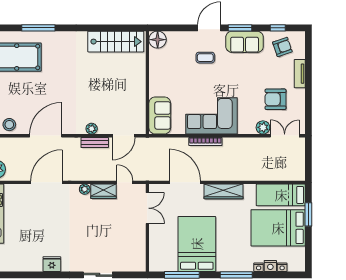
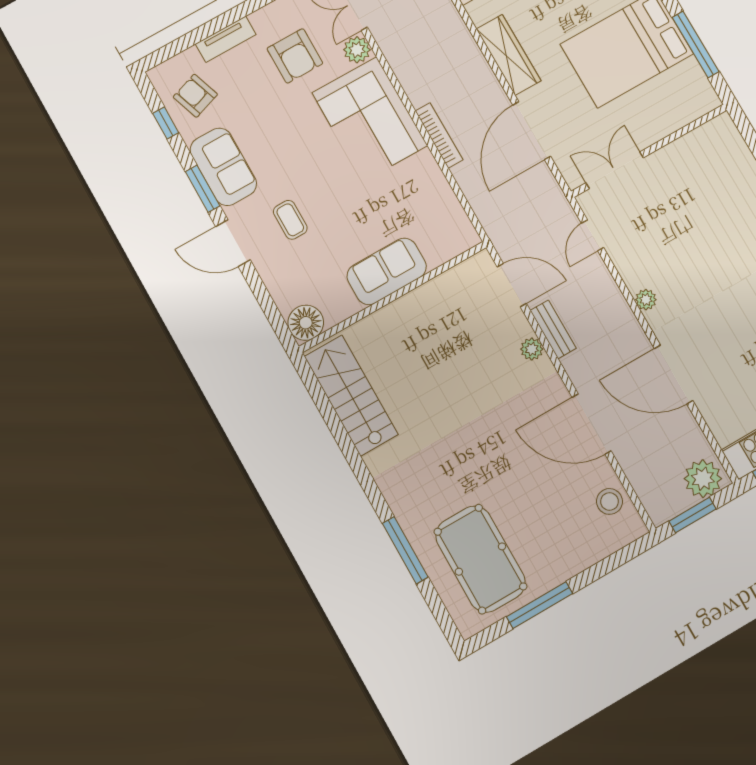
sofa: (160, 115) -> (387, 271), moved
corner sofa: (211, 116) -> (370, 119), moved
wardrobe: (103, 191) -> (630, 264), removed

